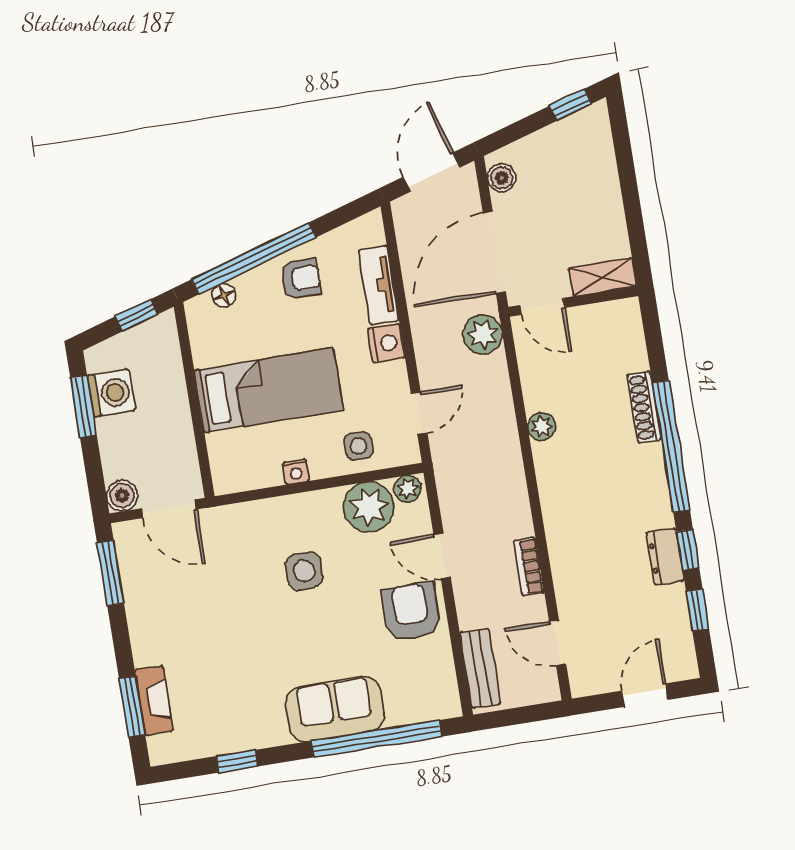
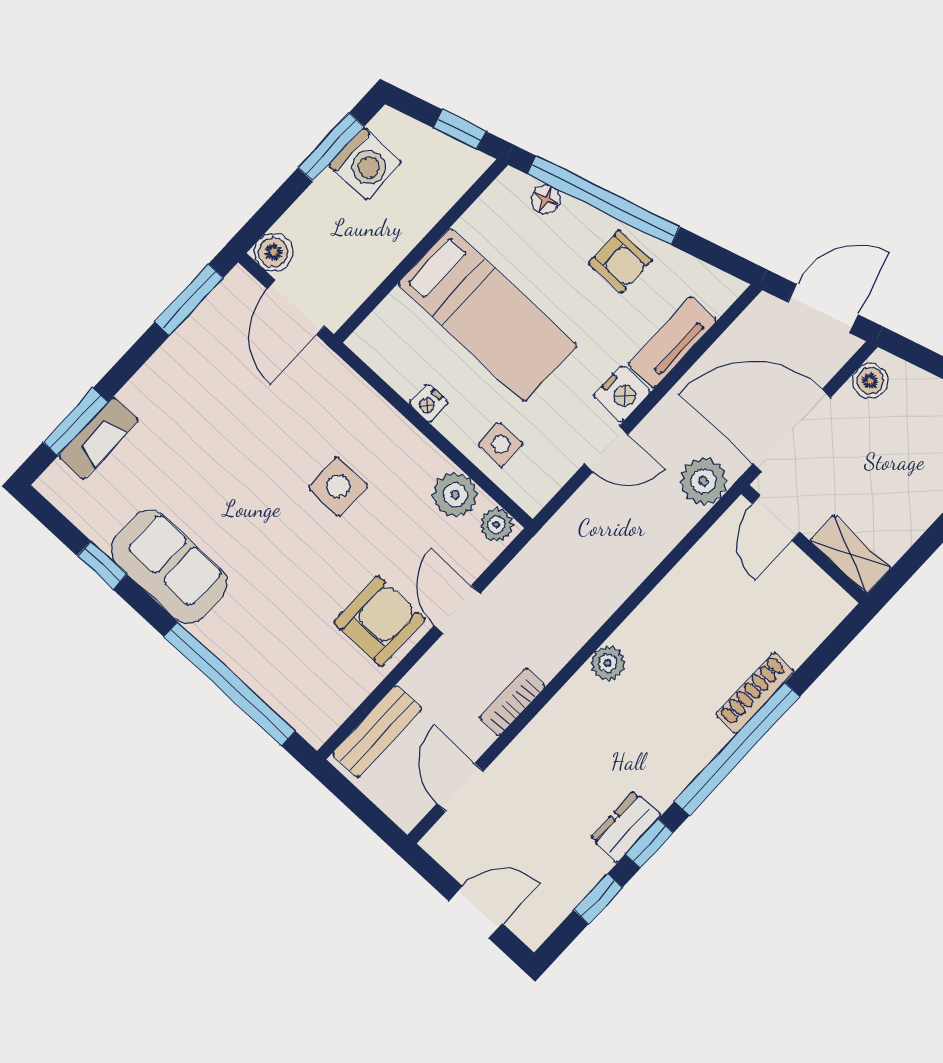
door: (419, 413) -> (606, 449), moved
plant: (542, 426) -> (608, 663), moved
plant: (369, 507) -> (455, 495), width x0.73, depth x0.73
sofa: (335, 709) -> (169, 567), moved

